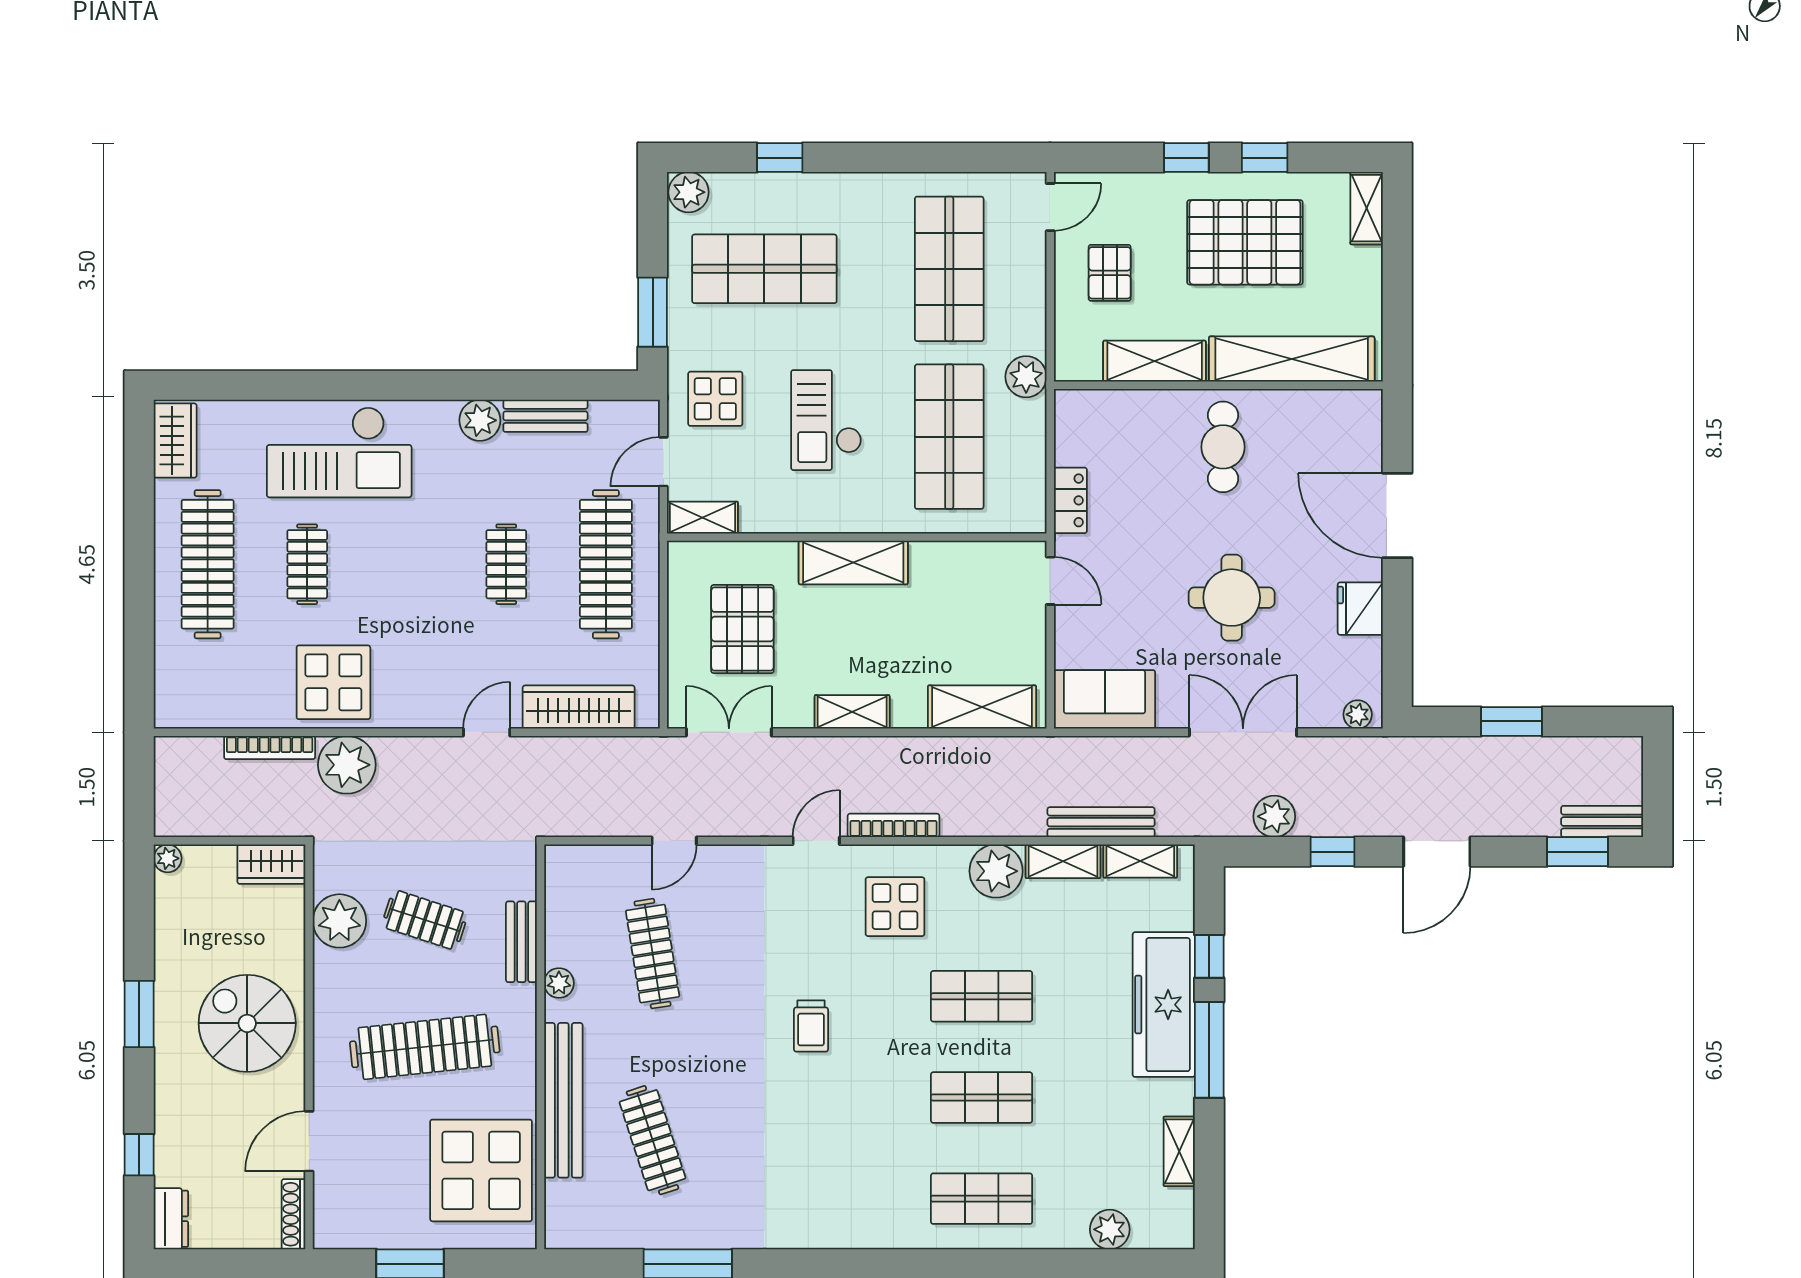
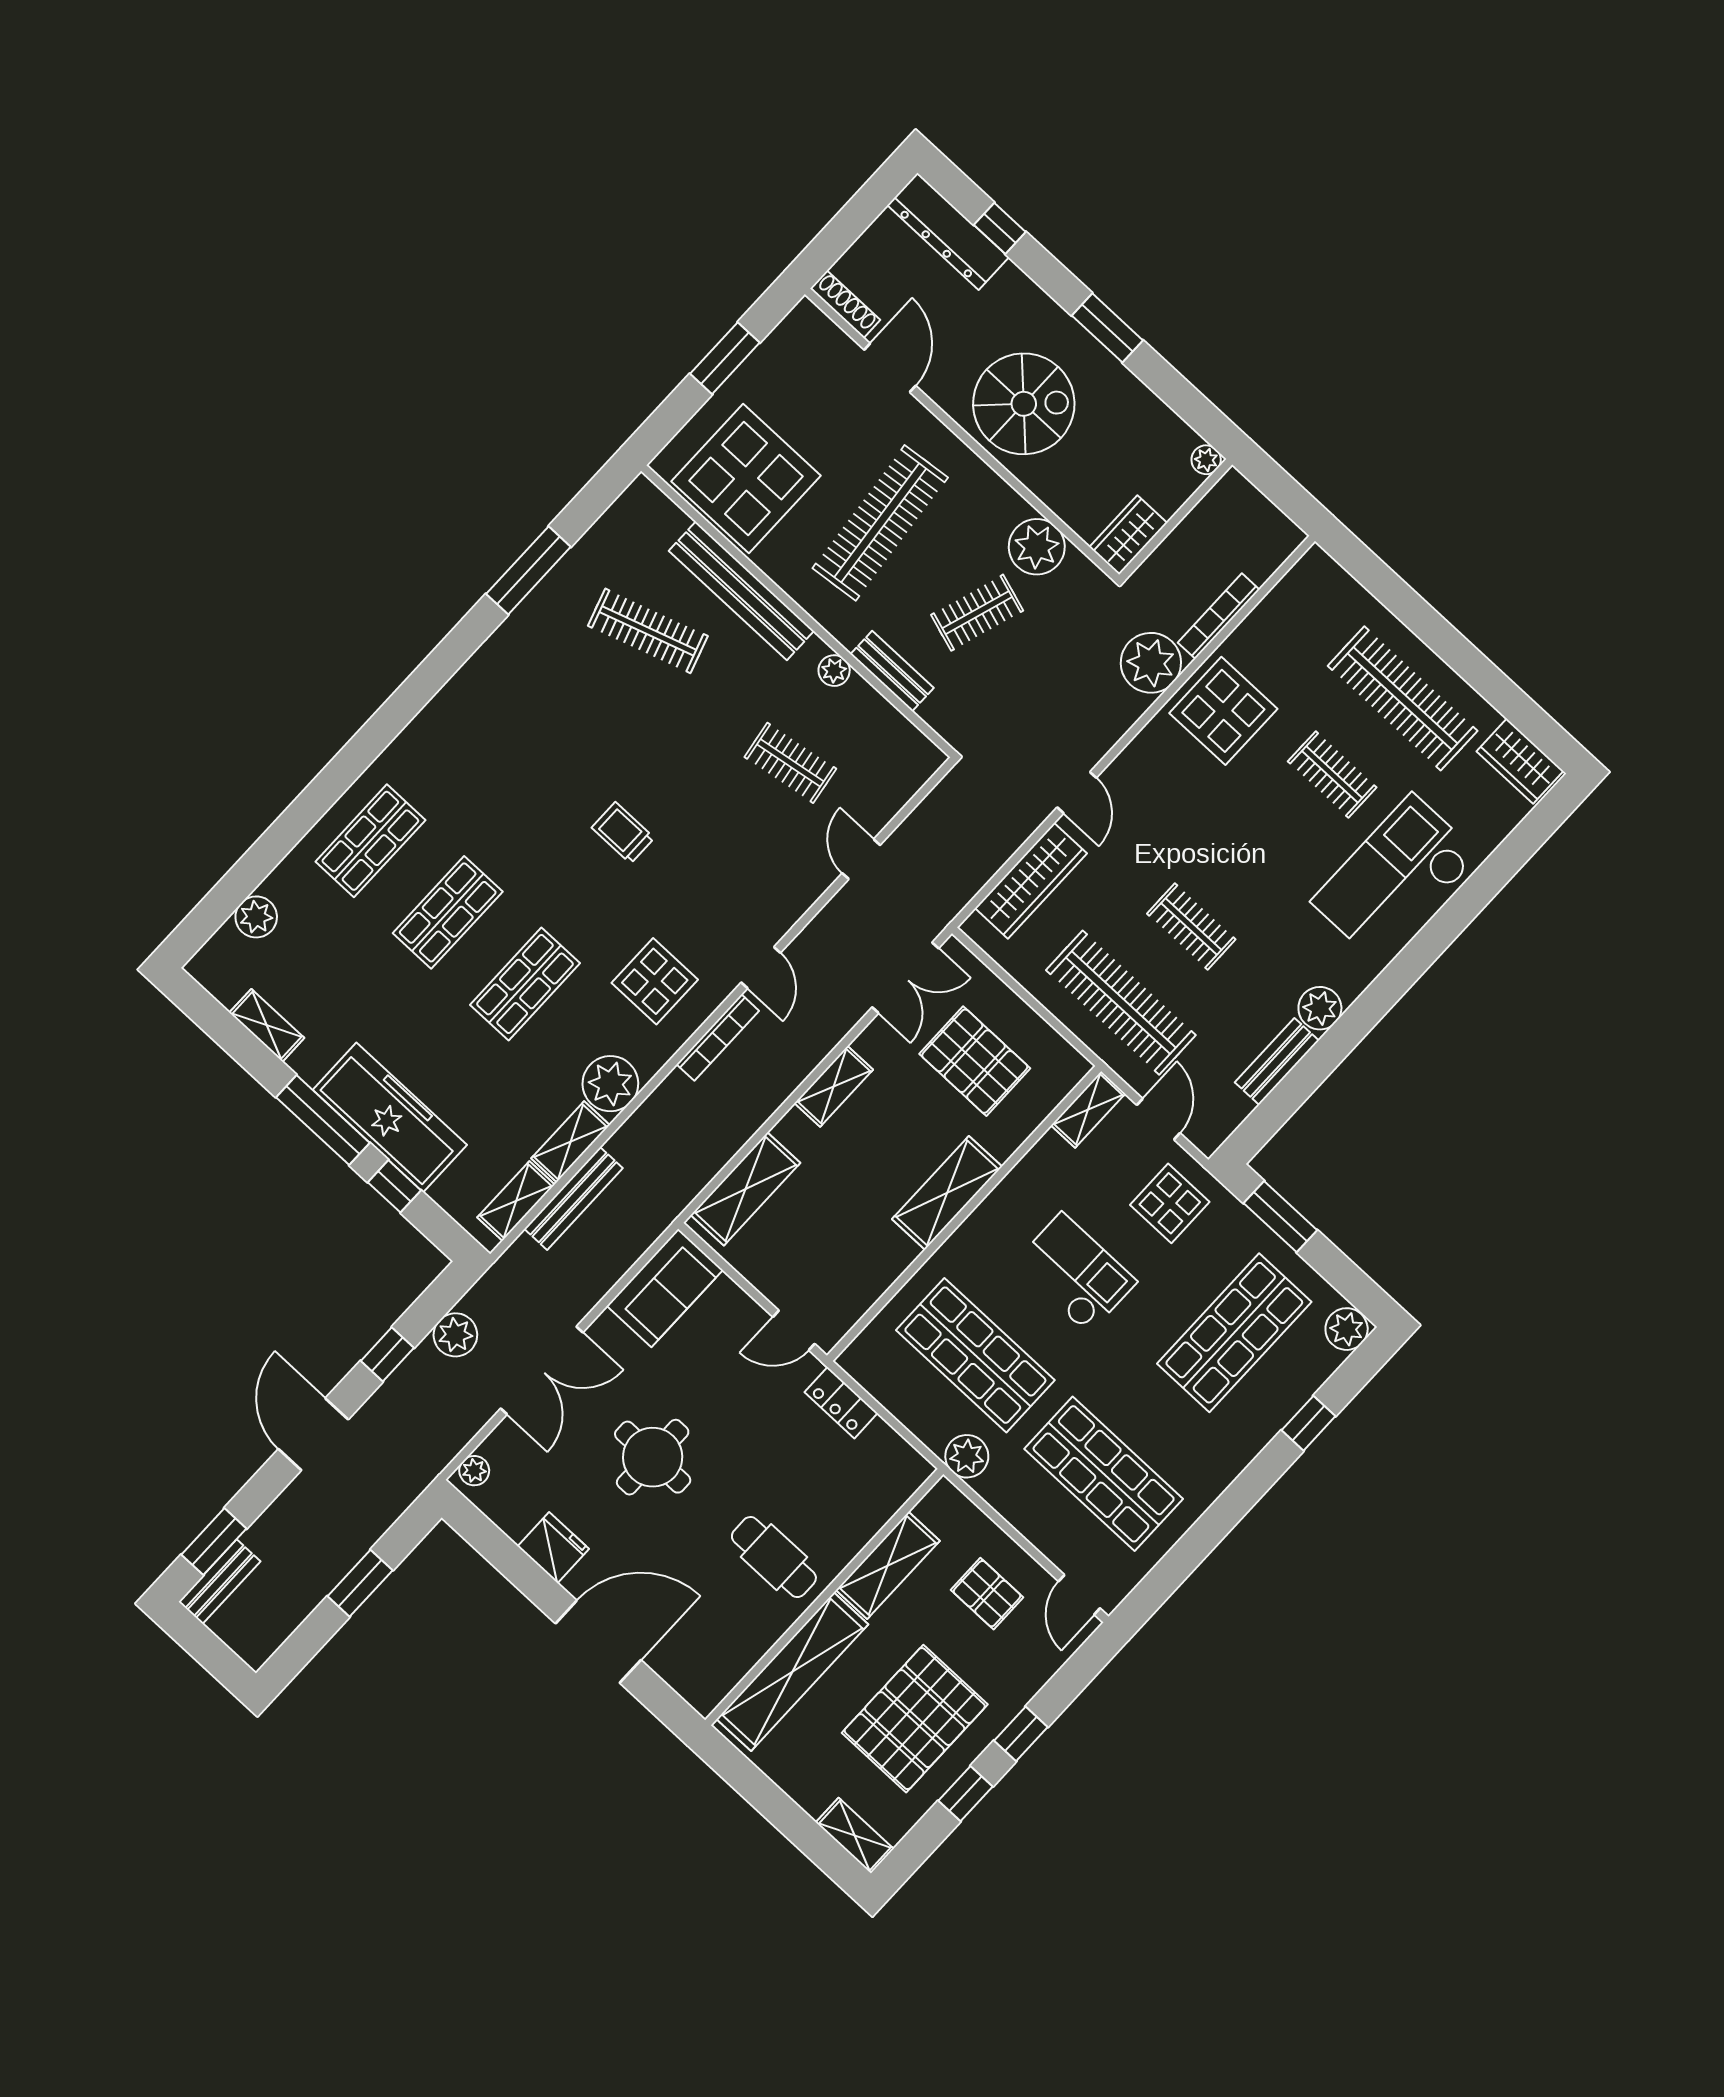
clothes rail: (653, 954) -> (790, 763), width x0.73
dresser: (171, 1219) -> (948, 231), width x1.96, depth x1.24

